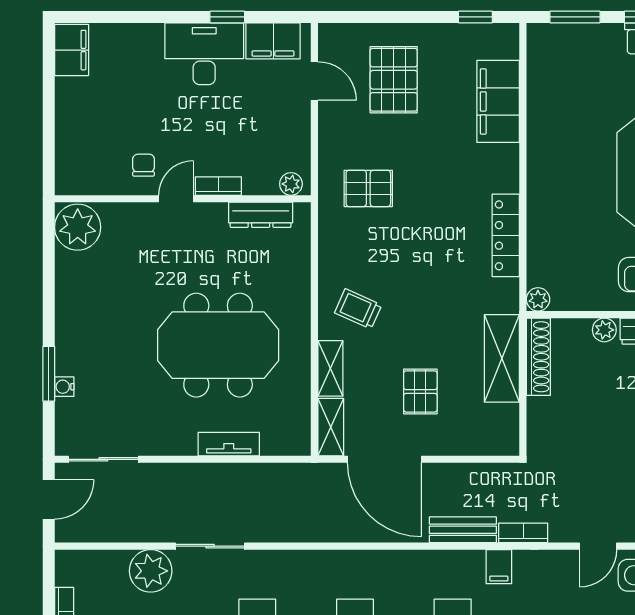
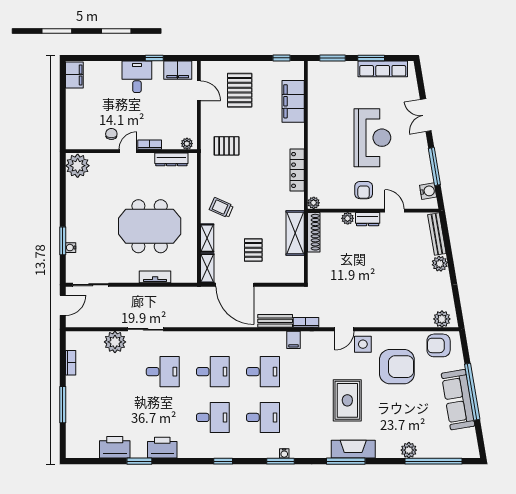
desk: (204, 54) -> (137, 77), width x0.73

